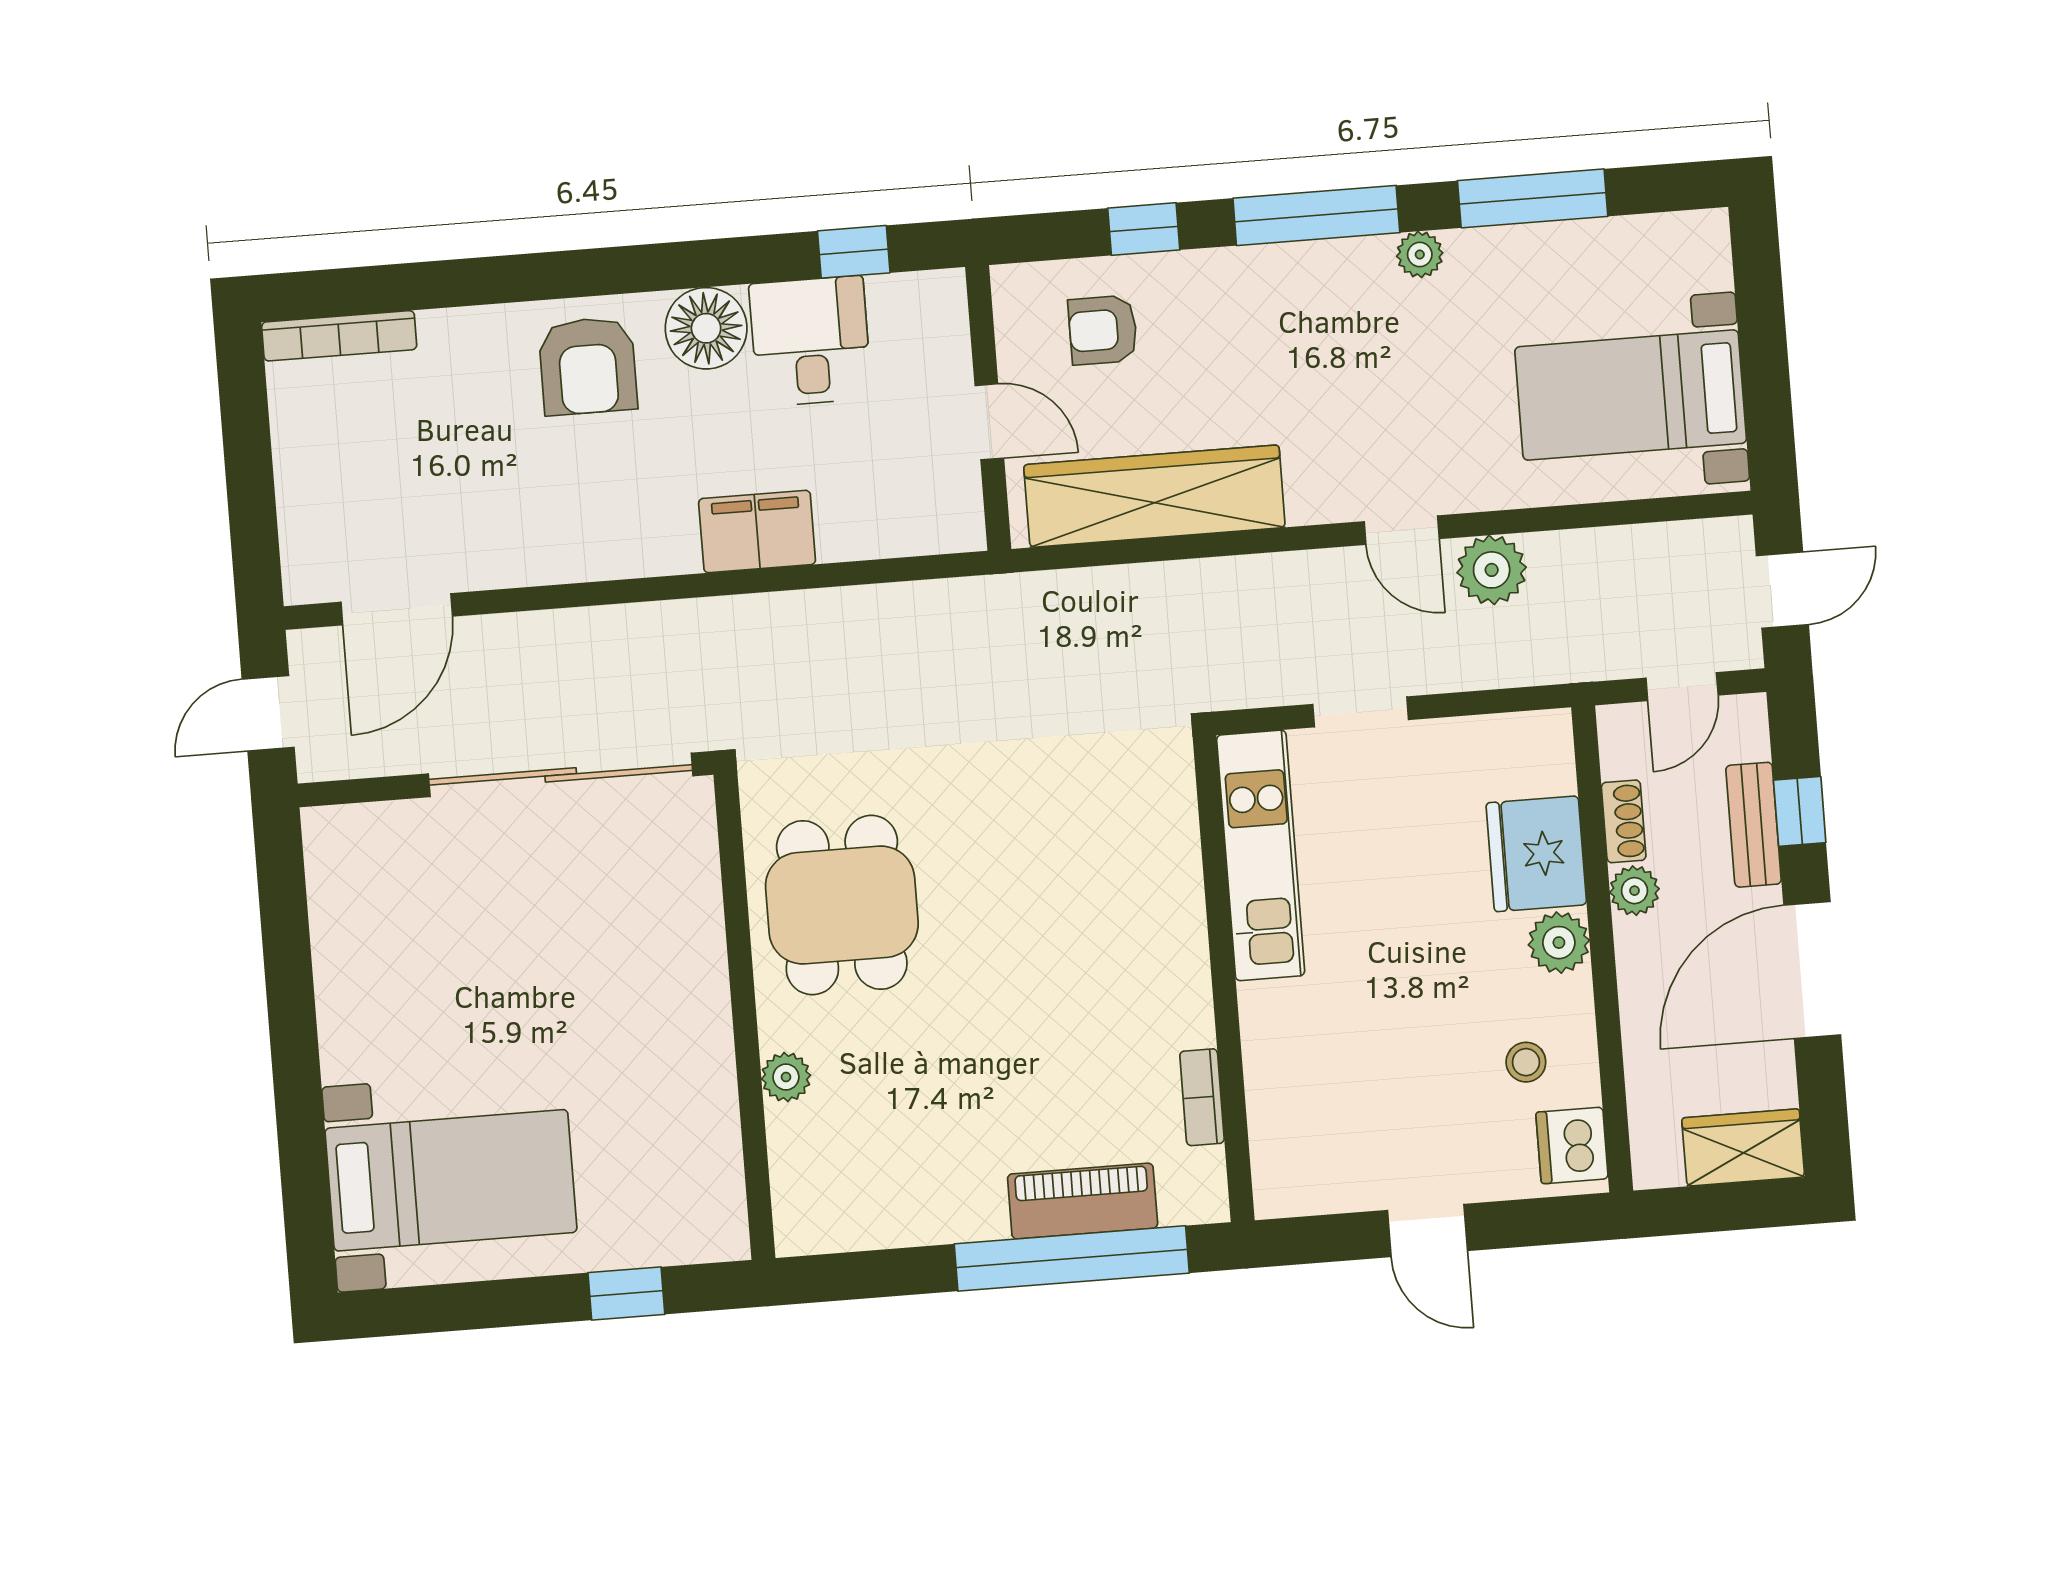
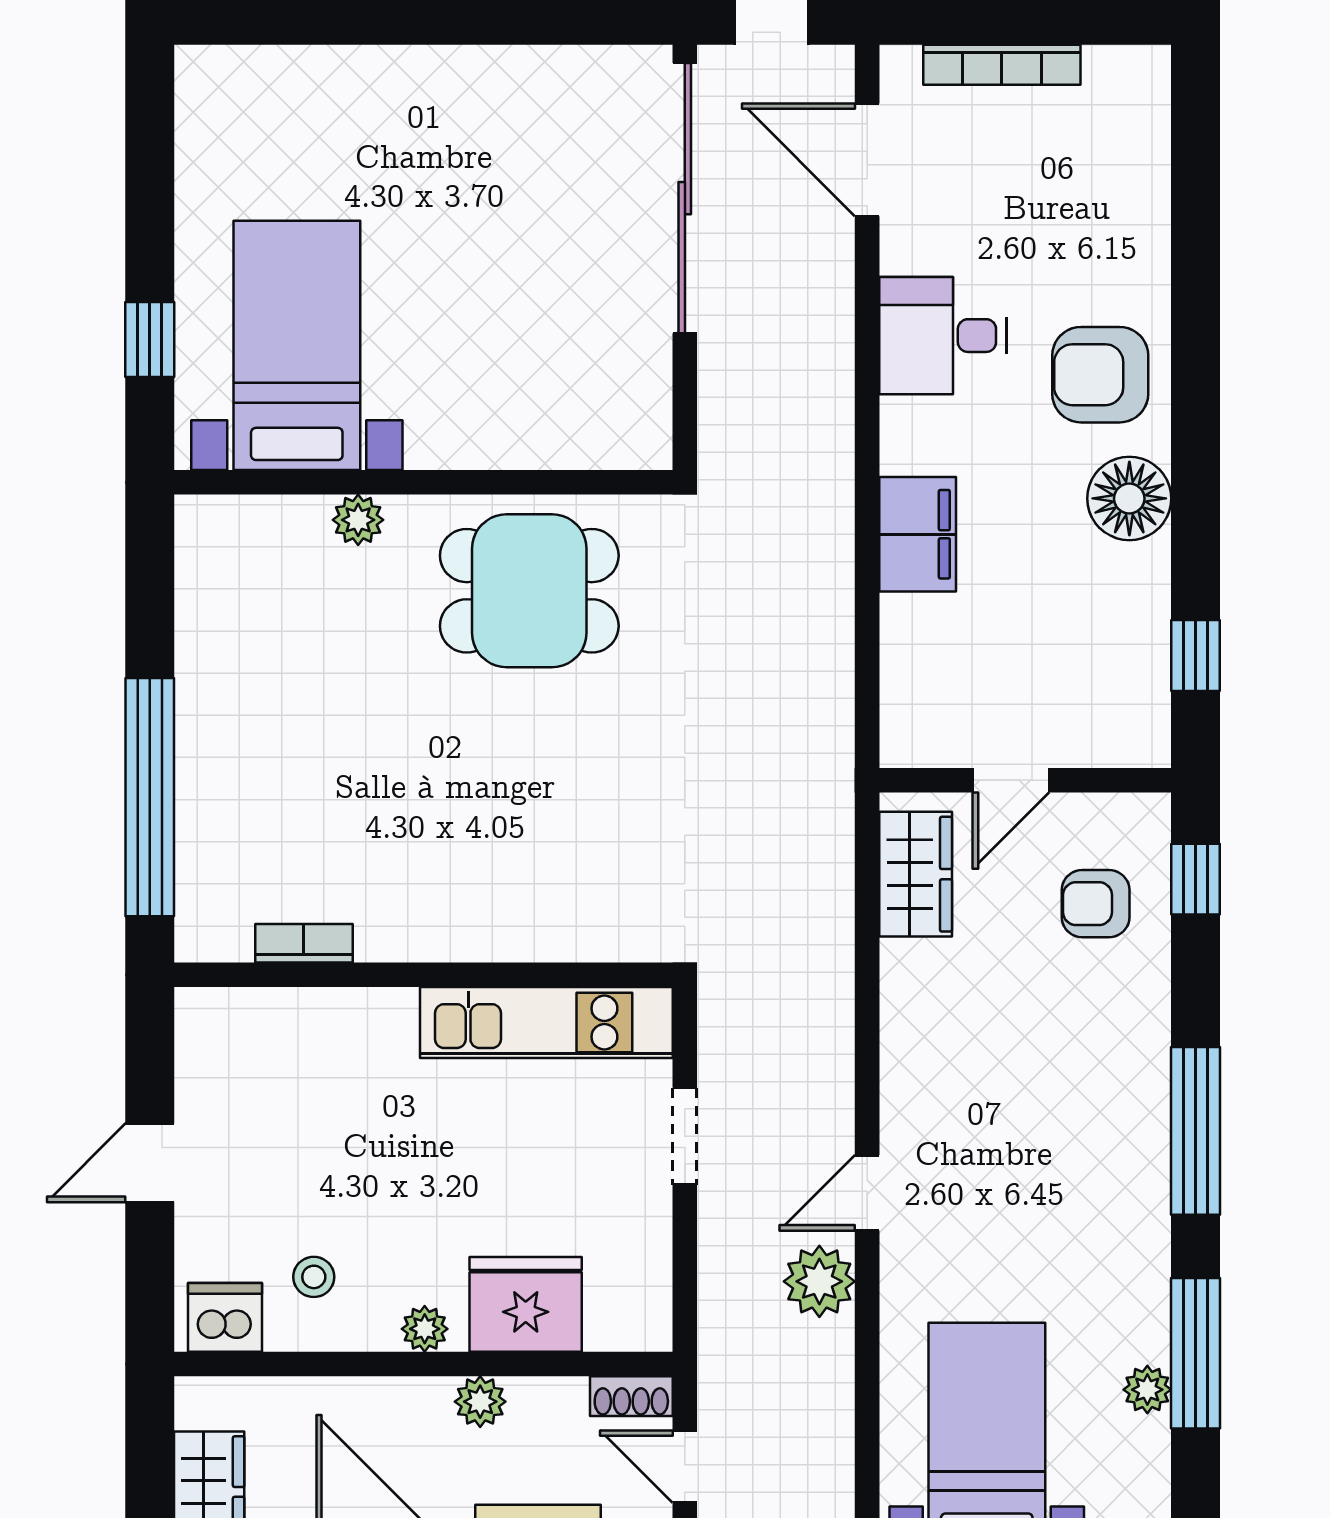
window: (1144, 229) -> (1195, 879), moved
plant: (1420, 254) -> (1147, 1390), moved
armchair: (1103, 330) -> (1096, 904), turned -90
bookcase: (339, 336) -> (1002, 65), moved, turned -90
desk: (810, 341) -> (943, 336), moved, turned 180
wardrobe: (1154, 496) -> (916, 874), width x0.48, depth x0.85
sliding door: (561, 775) -> (685, 198), moved
shoe rack: (1624, 821) -> (631, 1396), moved
plant: (1559, 943) -> (425, 1329), width x0.73, depth x0.73
bed with nightstands: (451, 1180) -> (297, 345), moved, turned 180
piano: (1083, 1201) -> (208, 813), removed

